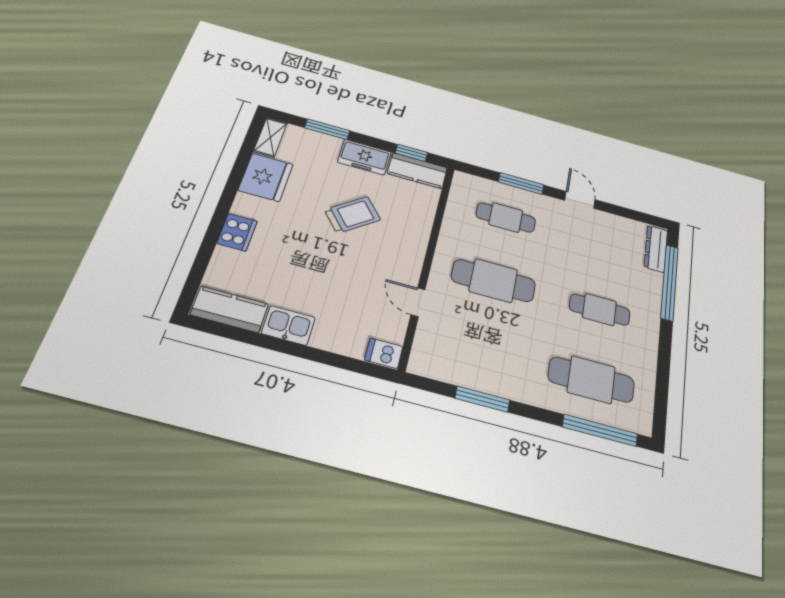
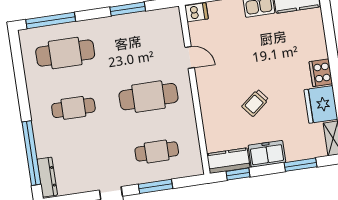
trolley: (353, 215) -> (255, 103), width x0.73, depth x0.72
cooker: (237, 232) -> (321, 73), moved

